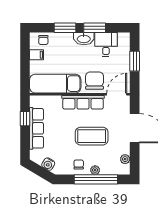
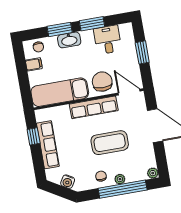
washbasin: (84, 39) -> (69, 40), moved
door: (117, 94) -> (129, 92), hinge flipped
plant: (125, 159) -> (153, 173), moved

